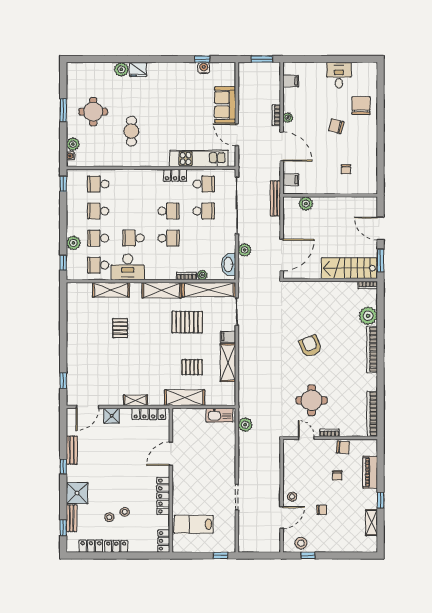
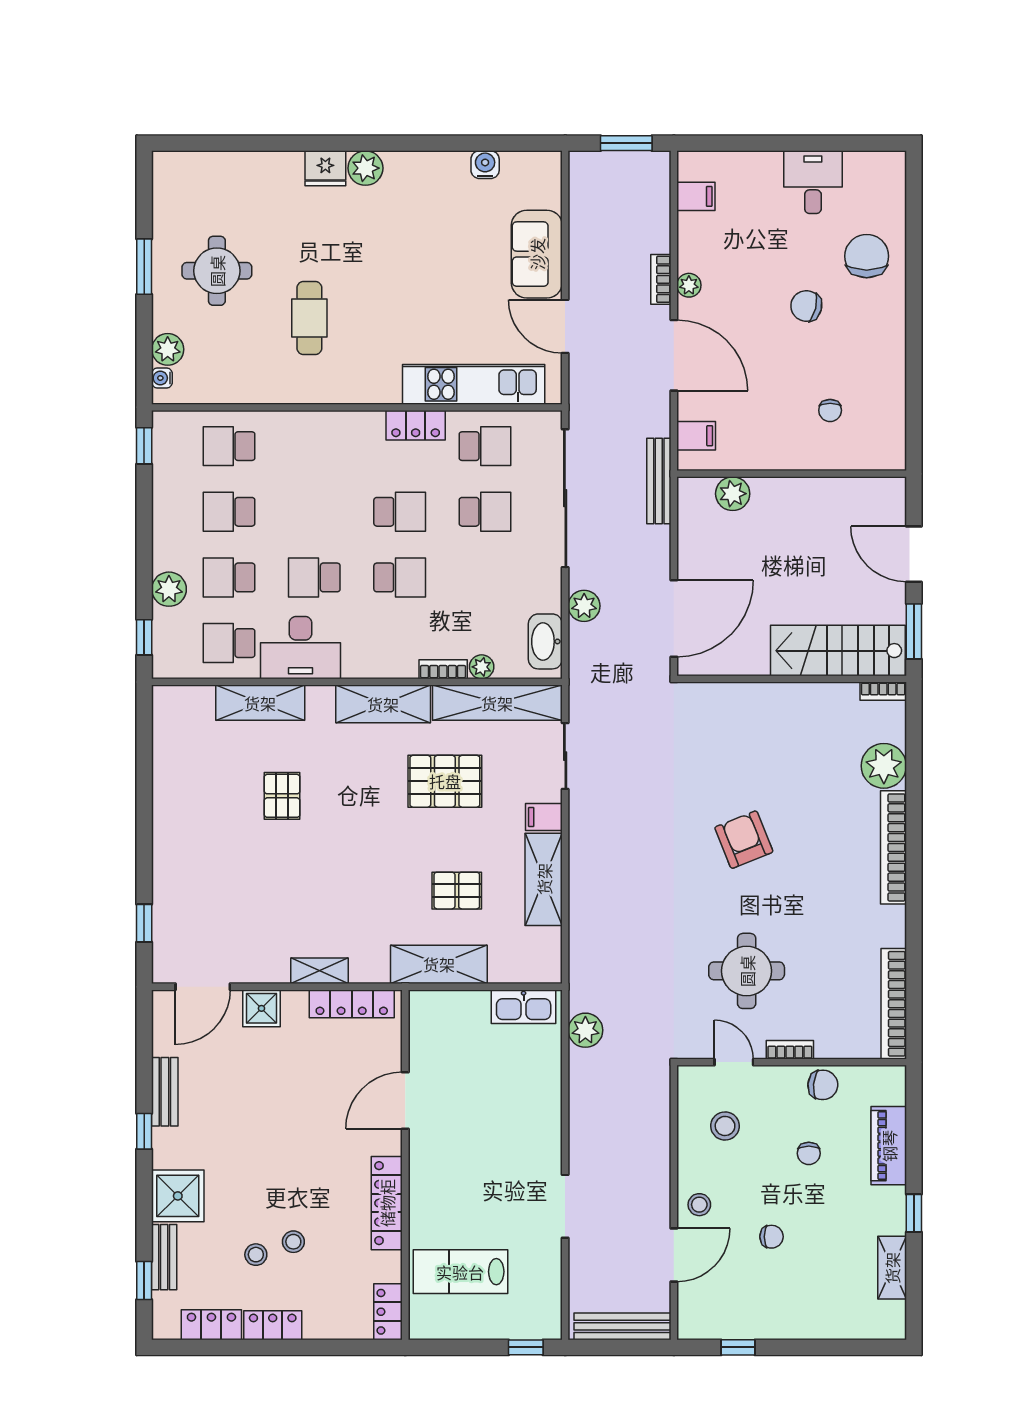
window: (202, 59) -> (482, 143), removed
plant: (121, 69) -> (365, 168), moved
stool: (301, 543) -> (725, 1126), moved
bench: (260, 547) -> (622, 1326), added

